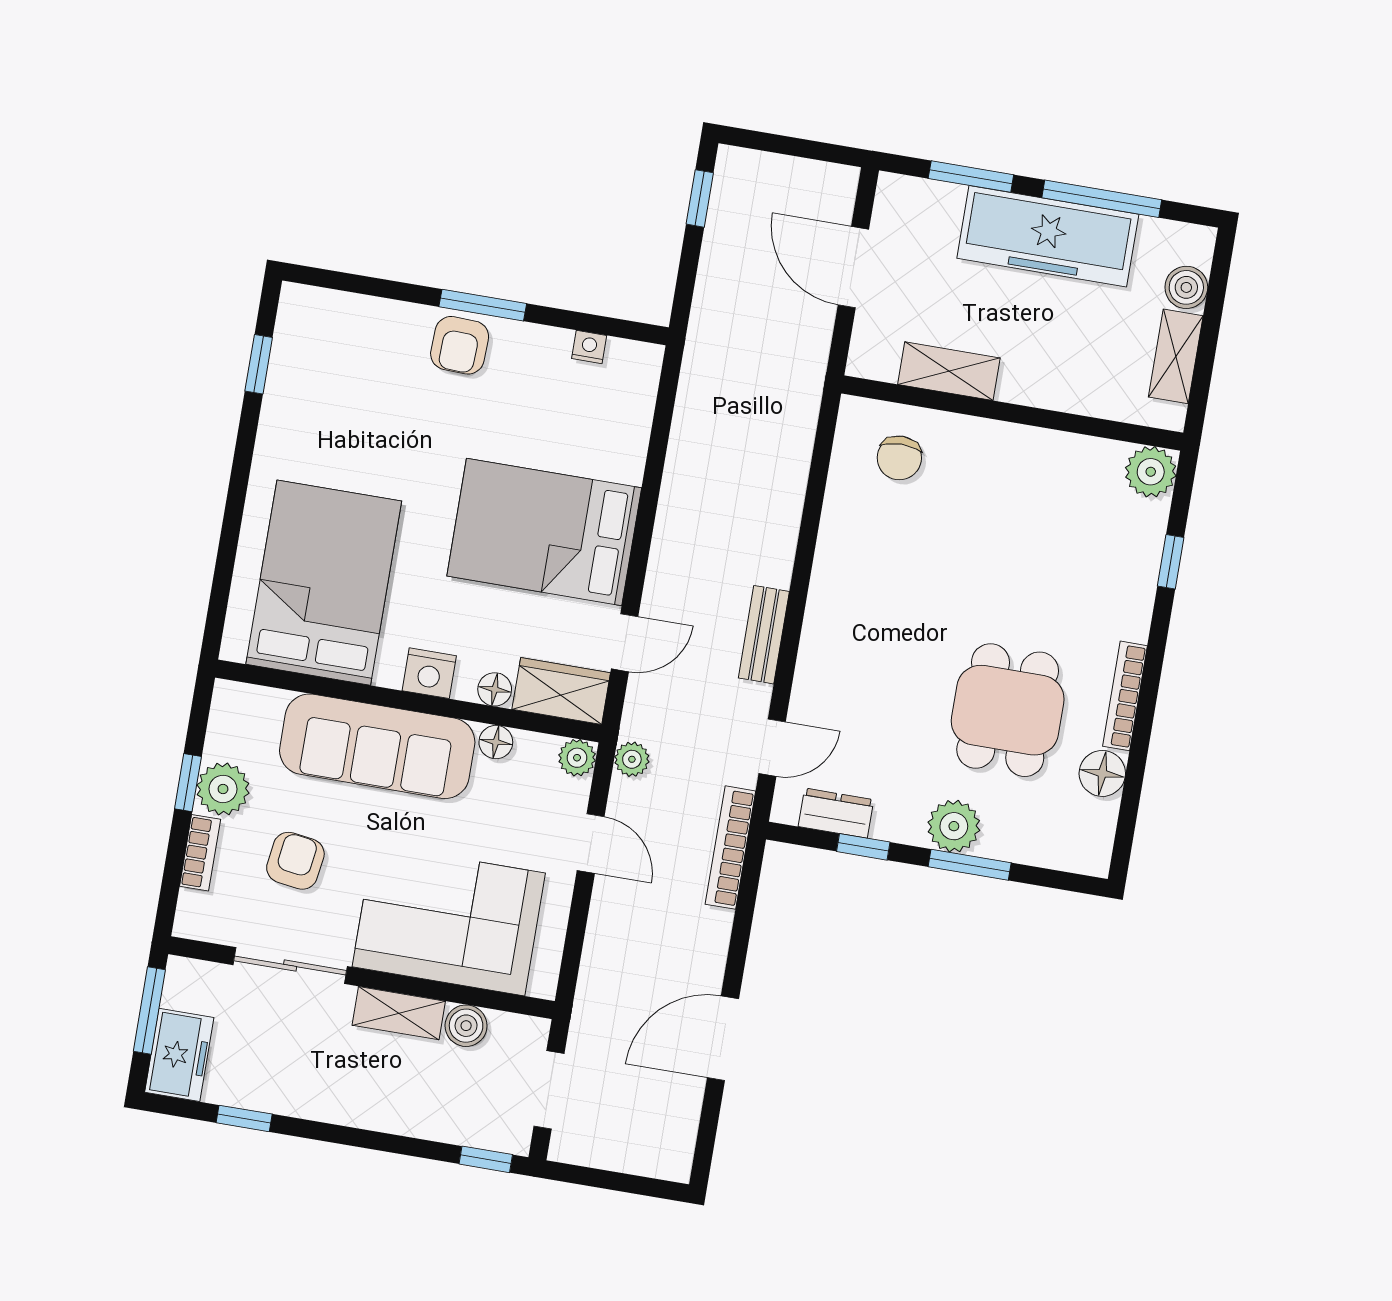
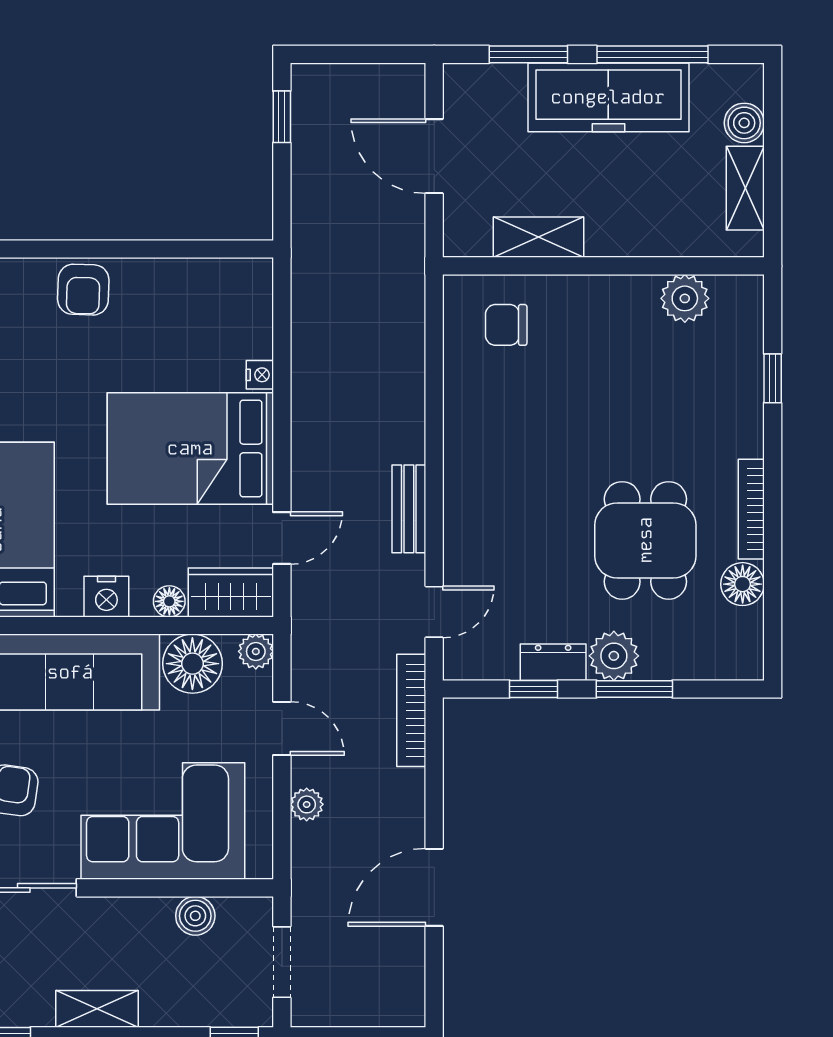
window: (483, 305) -> (98, 249), removed
nightstand: (589, 347) -> (260, 375), moved, turned 90
chair: (899, 458) -> (506, 325), turned 90
plant: (1151, 472) -> (685, 298), moved
floor lamp: (496, 742) -> (192, 664), width x1.89, depth x1.89
plant: (632, 759) -> (307, 804), moved
dresser: (836, 813) -> (553, 662), moved
shelving: (399, 1013) -> (97, 1009), moved

